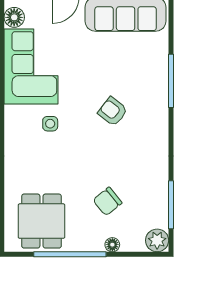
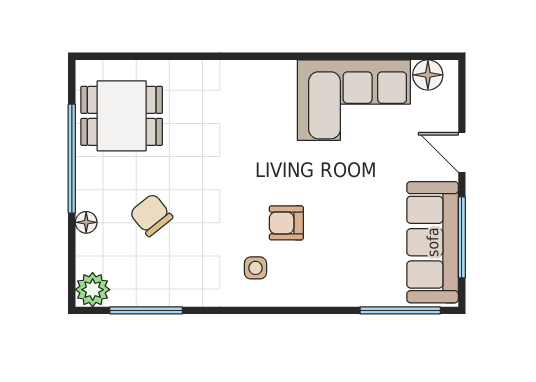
window: (171, 81) -> (400, 310), moved
armchair: (113, 112) -> (286, 223), turned -128
side table: (50, 124) -> (255, 268), moved

